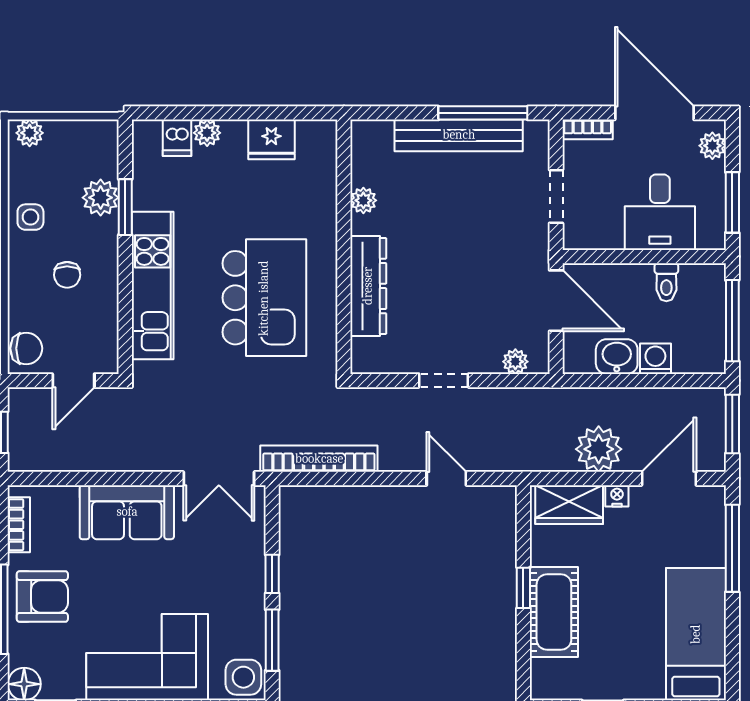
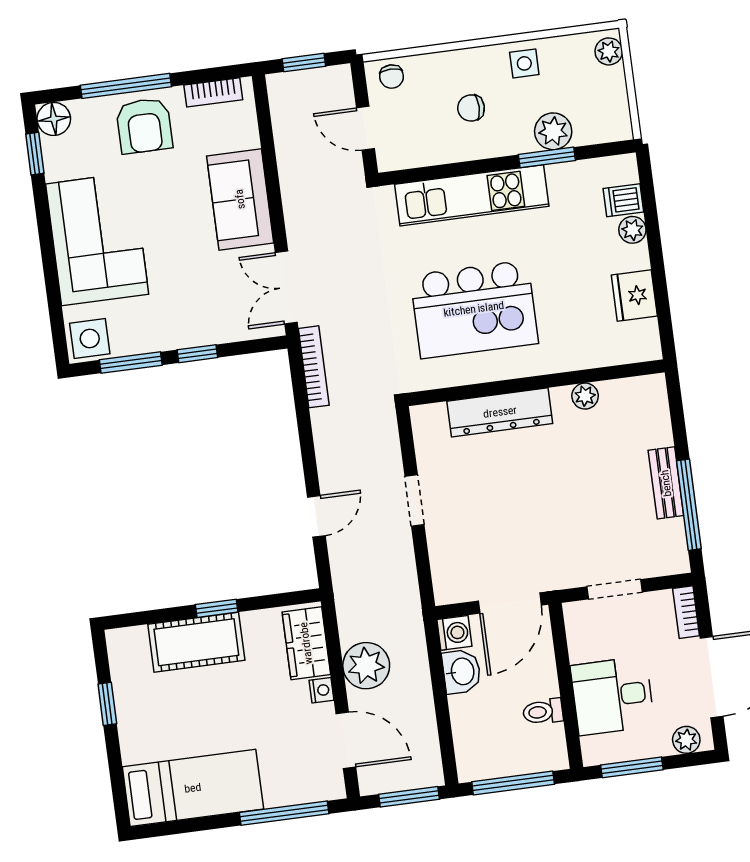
bench: (459, 135) -> (666, 483), width x0.54, depth x0.82
chair: (26, 348) -> (392, 77), width x0.73, depth x0.73
washing machine: (655, 359) -> (454, 633), moved
plant: (515, 362) -> (443, 570), removed
bookcase: (319, 459) -> (314, 367), width x0.68, depth x0.76

